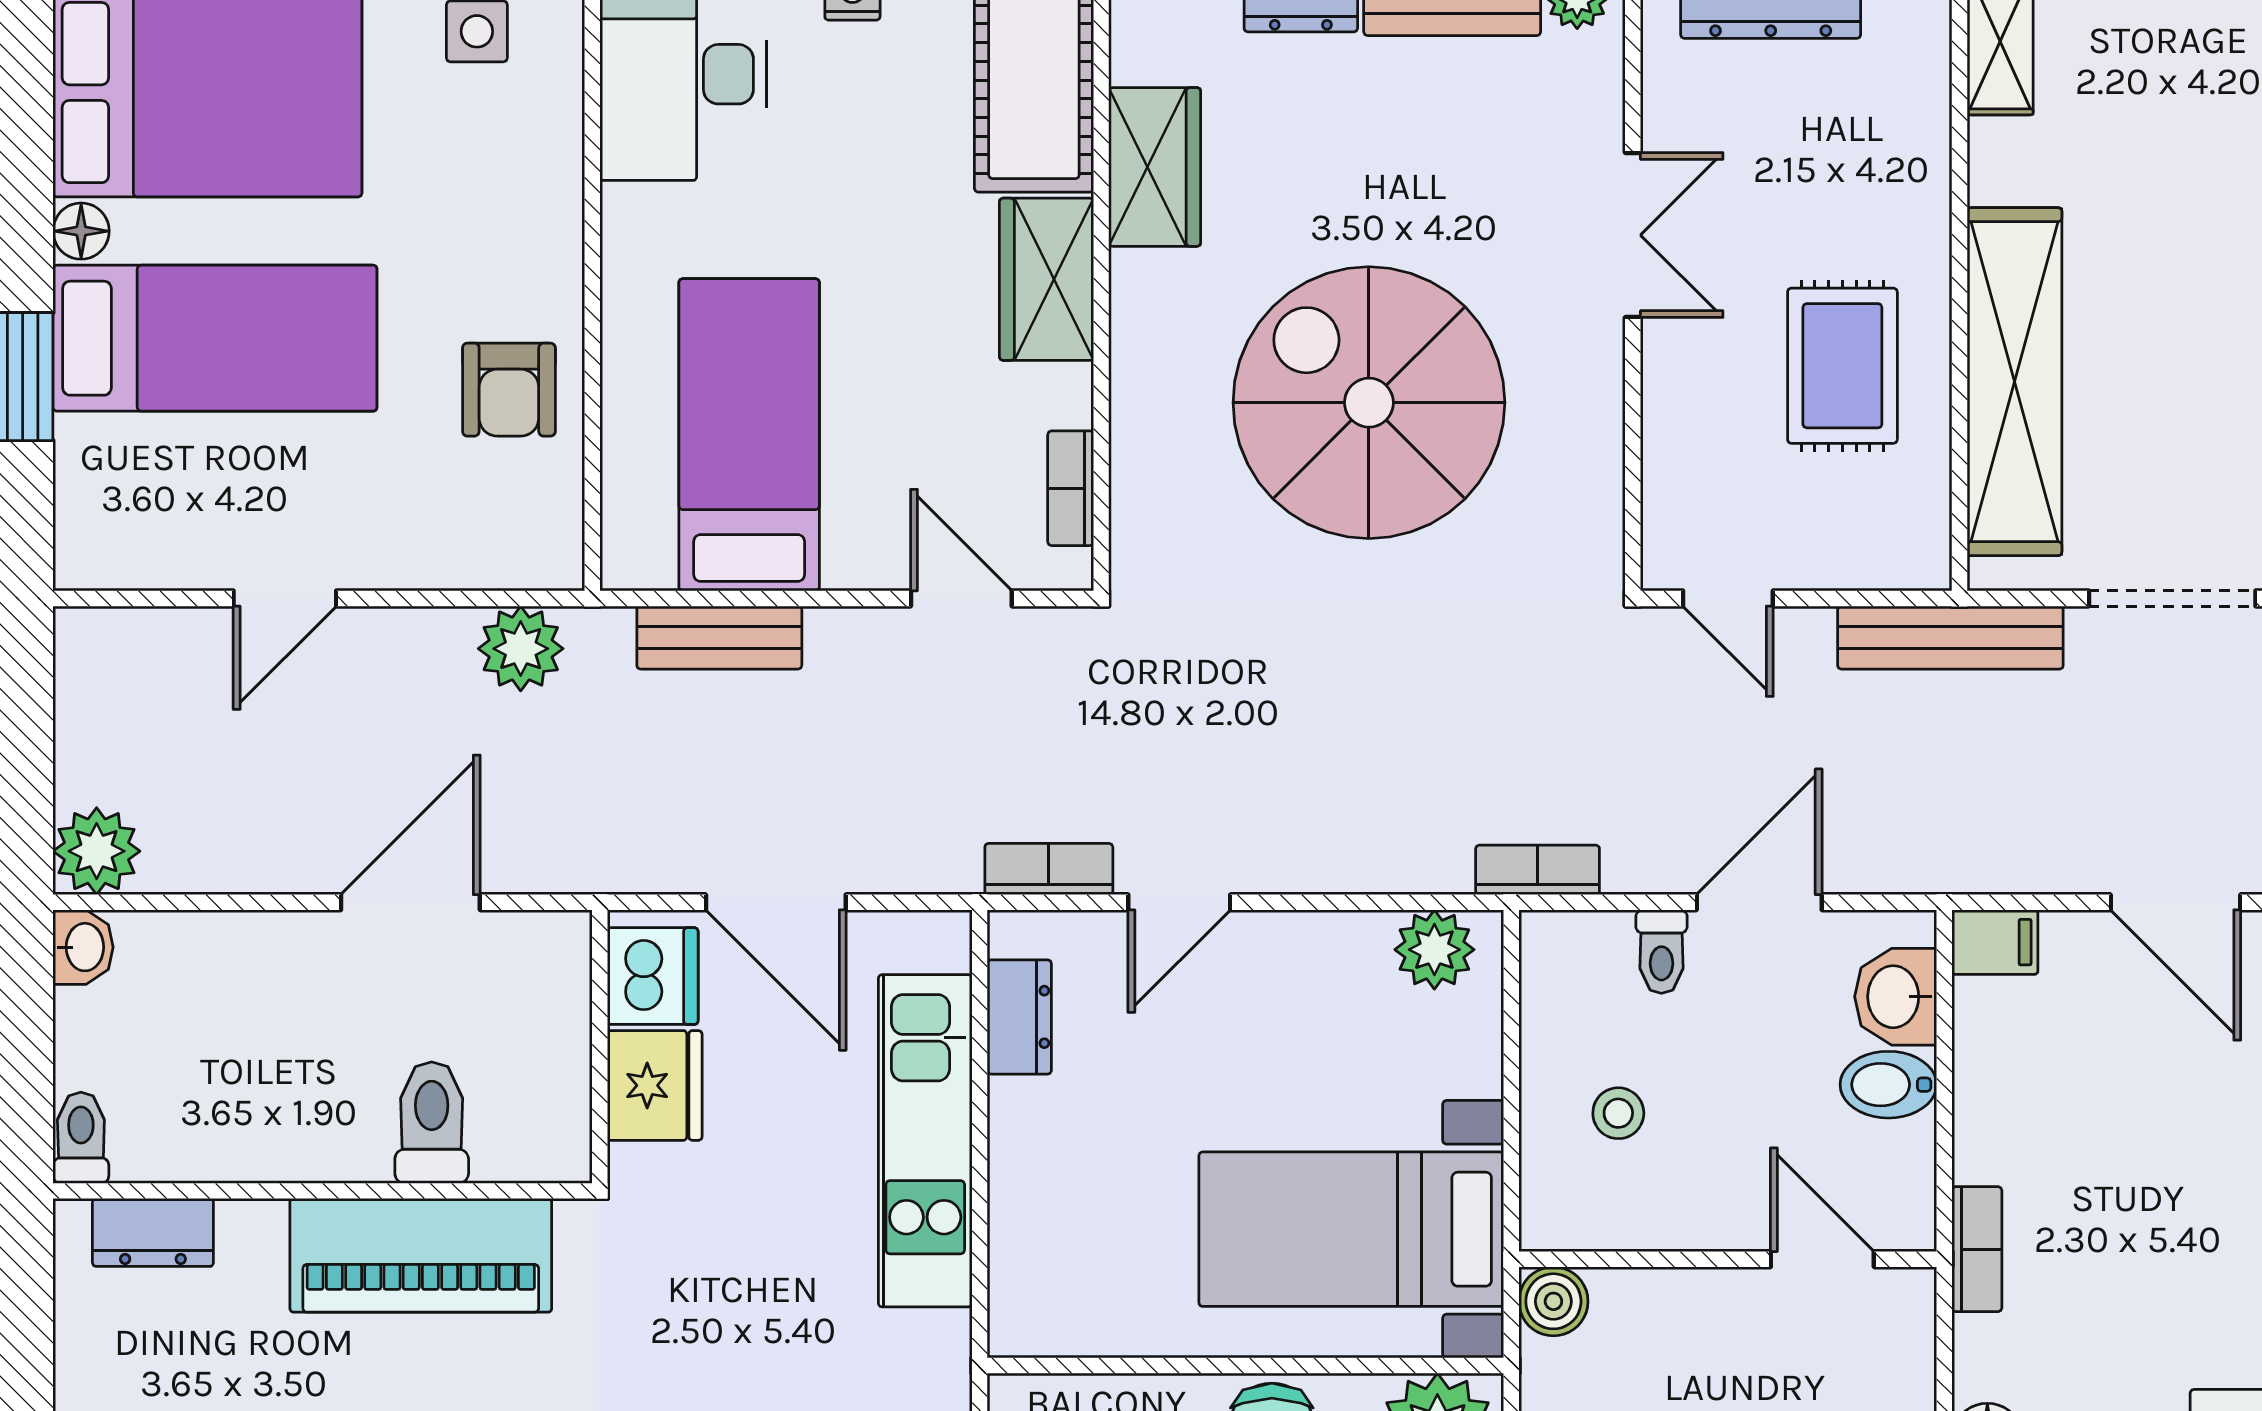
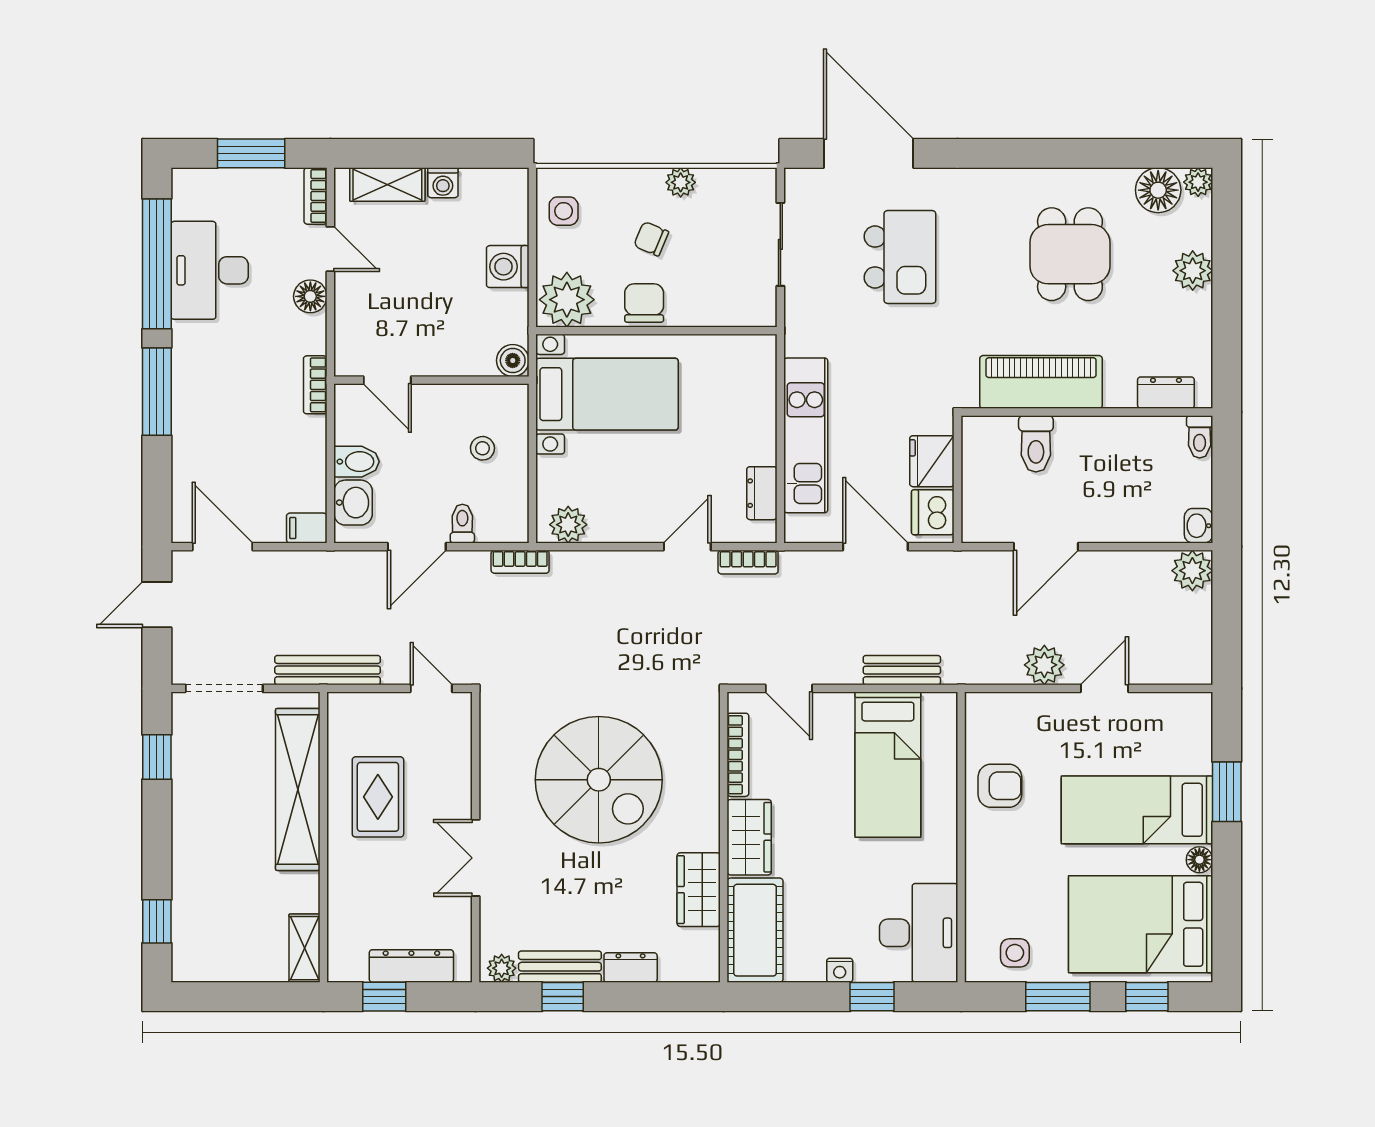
armchair: (509, 390) -> (1000, 786), turned 90
bookcase: (1071, 488) -> (738, 755), width x1.56
plant: (521, 649) -> (1044, 665), moved

